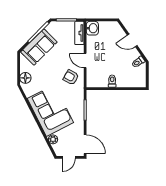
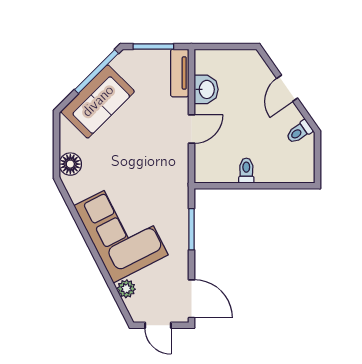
washbasin: (92, 28) -> (206, 89), moved
door: (132, 40) -> (287, 88), hinge flipped
door: (85, 61) -> (191, 129), swing flipped
armchair: (71, 77) -> (163, 163), removed
door: (69, 157) -> (158, 325), hinge flipped

